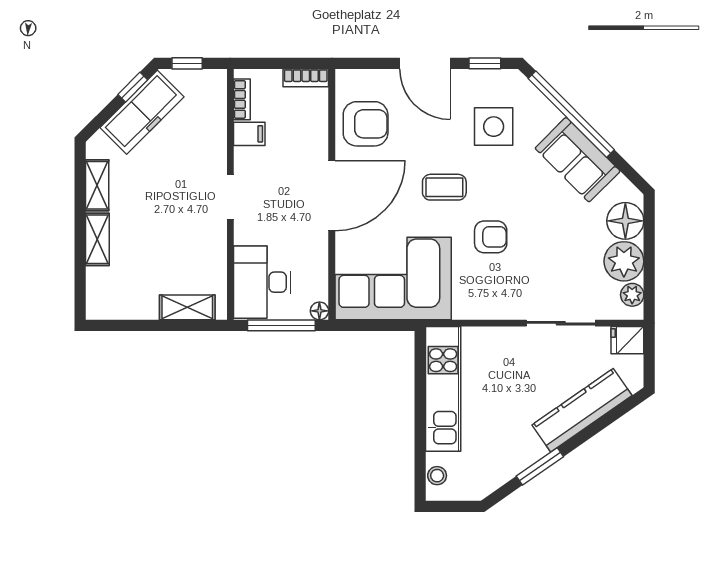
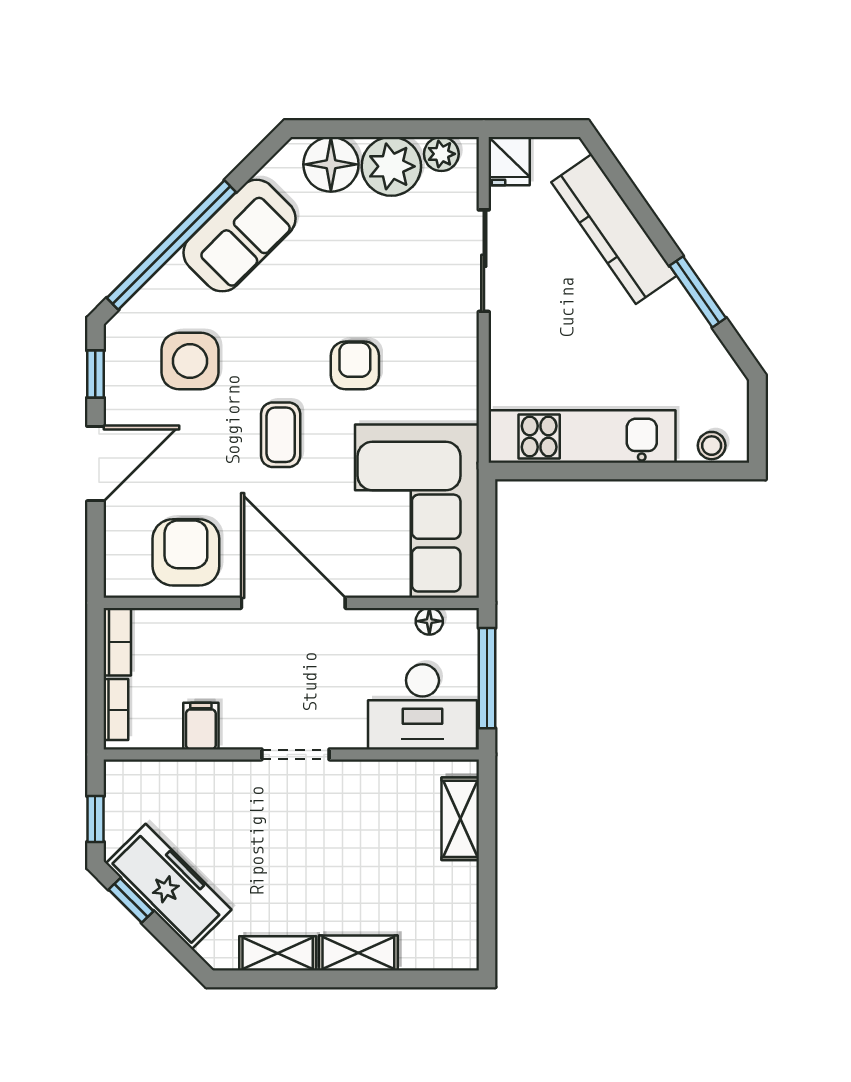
bookcase: (242, 99) -> (116, 710), moved, turned 90
floor lamp: (319, 311) -> (429, 621), moved

